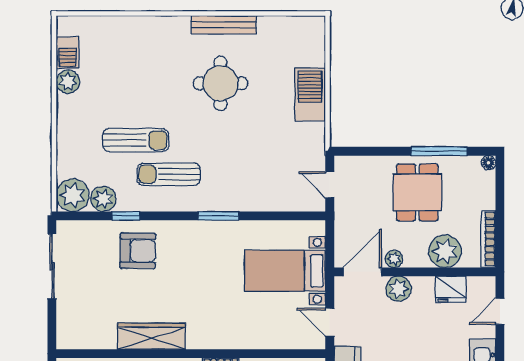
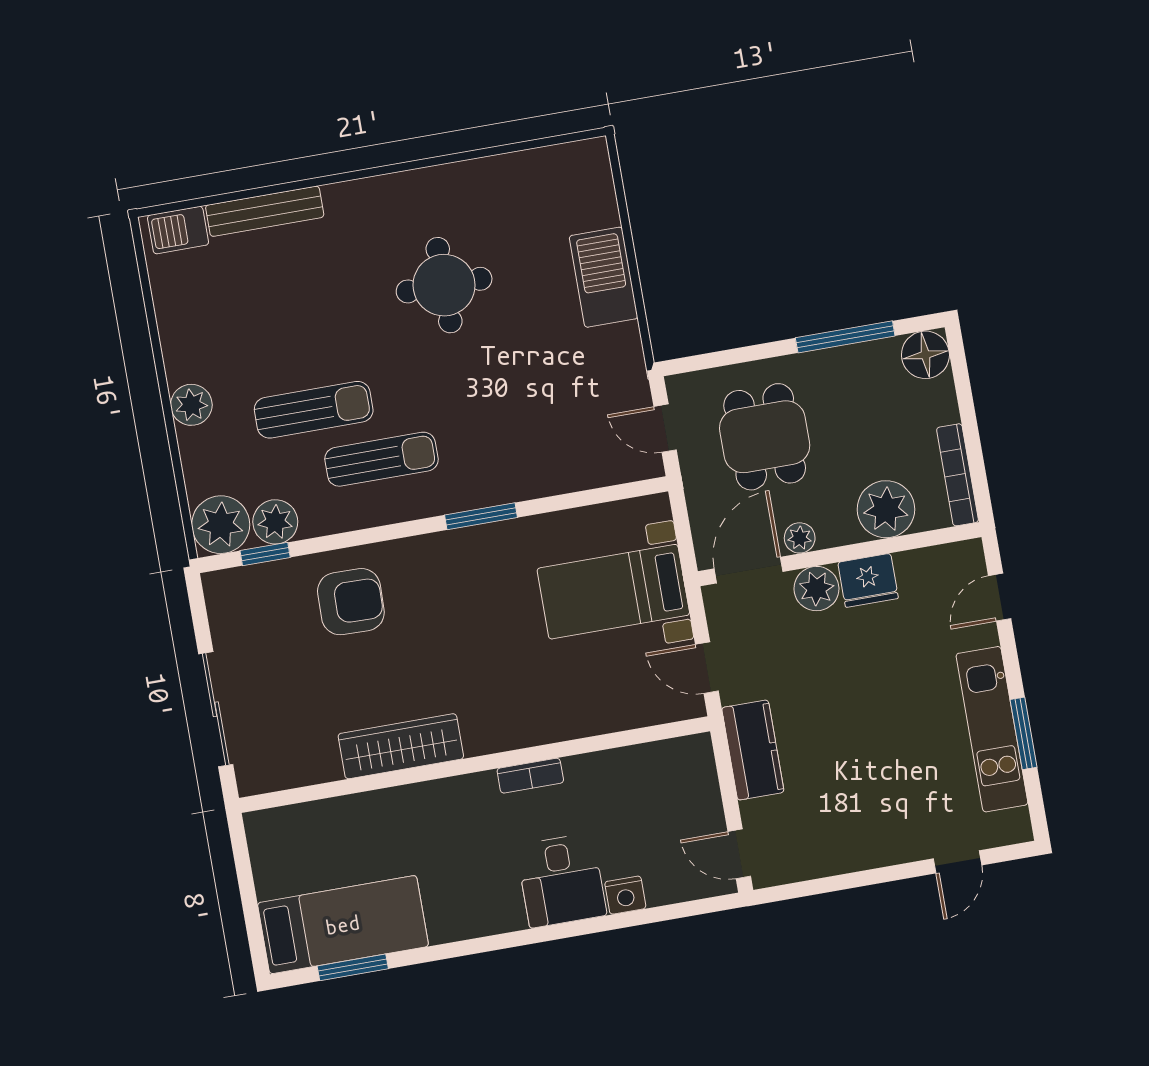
bench: (224, 25) -> (265, 211), moved
barbecue: (67, 52) -> (178, 230), moved, turned 90
plant: (68, 82) -> (191, 405), moved
floor lamp: (488, 163) -> (925, 355), width x1.89, depth x1.89
sun lounger: (169, 174) -> (381, 459), turned 180
dining table: (417, 192) -> (765, 437), moved
window: (126, 216) -> (265, 554), moved
sliding door: (52, 266) -> (216, 709), moved
fridge: (451, 289) -> (868, 580), moved

